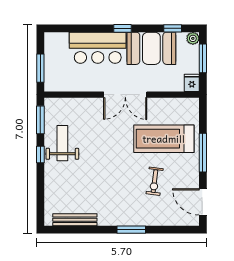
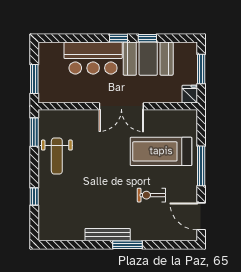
window: (173, 28) -> (147, 38), moved
plant: (193, 38) -> (191, 48), removed
weight bench: (62, 143) -> (57, 156), turned 180
window: (40, 155) -> (34, 196), moved
exercise bike: (155, 181) -> (151, 195), turned 83
bench: (75, 220) -> (108, 235), moved

